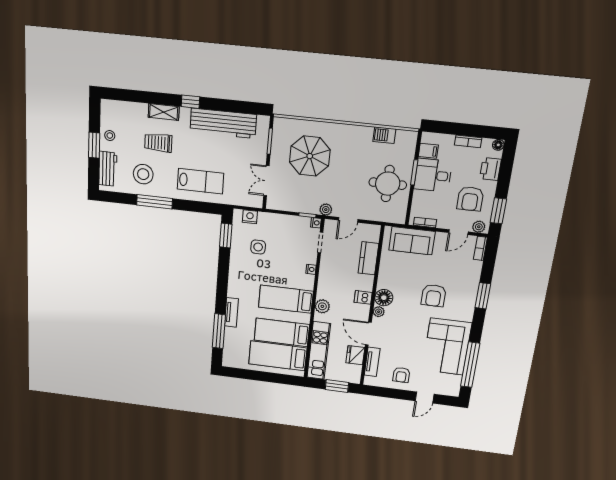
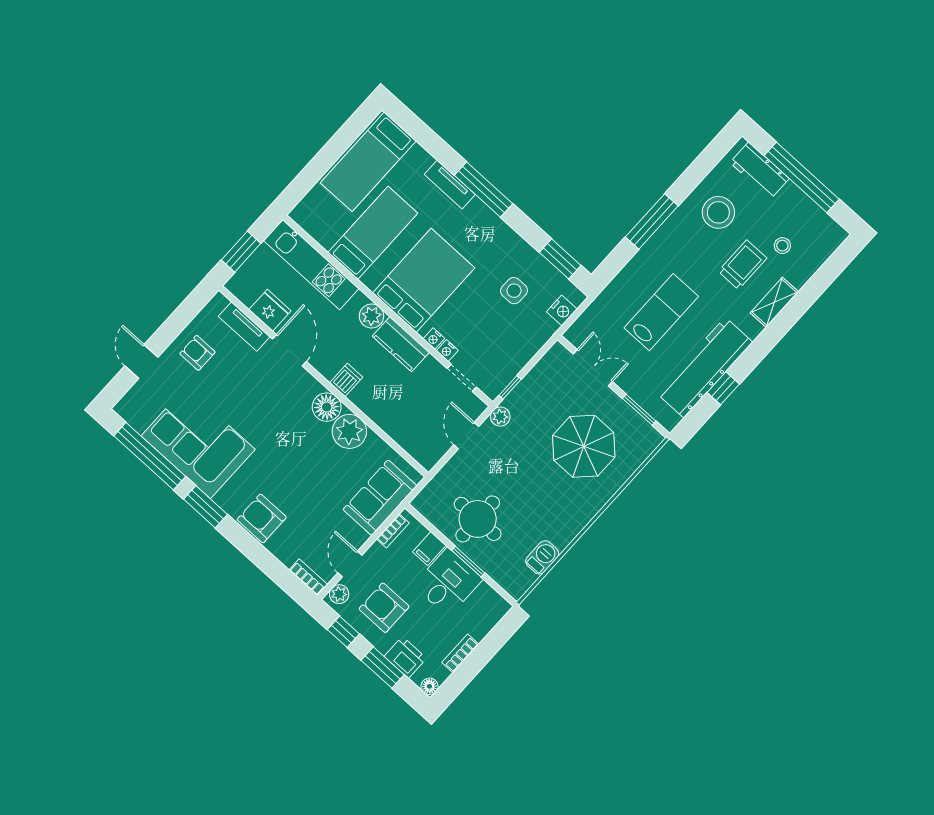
window: (190, 102) -> (723, 388), moved
stool: (110, 136) -> (782, 246), moved
window: (94, 145) -> (802, 177), width x2.11
filing cabinet: (428, 151) -> (429, 549), moved
window: (504, 177) -> (383, 667), added
lab bench: (200, 181) -> (661, 312), moved, turned 180
window: (154, 202) -> (652, 221), moved
window: (498, 211) -> (343, 632), width x0.67
nightstand: (316, 223) -> (447, 351), moved
kitchen counter: (368, 258) -> (401, 344), moved, turned 180
armchair: (434, 296) -> (262, 518), moved
window: (483, 296) -> (206, 507), moved
bed: (286, 299) -> (424, 280), width x1.50
plant: (379, 312) -> (349, 431), moved, width x1.88, depth x1.88
window: (219, 331) -> (484, 190), moved
door: (368, 334) -> (289, 350), hinge flipped
bed: (278, 356) -> (368, 162), moved, turned 180

